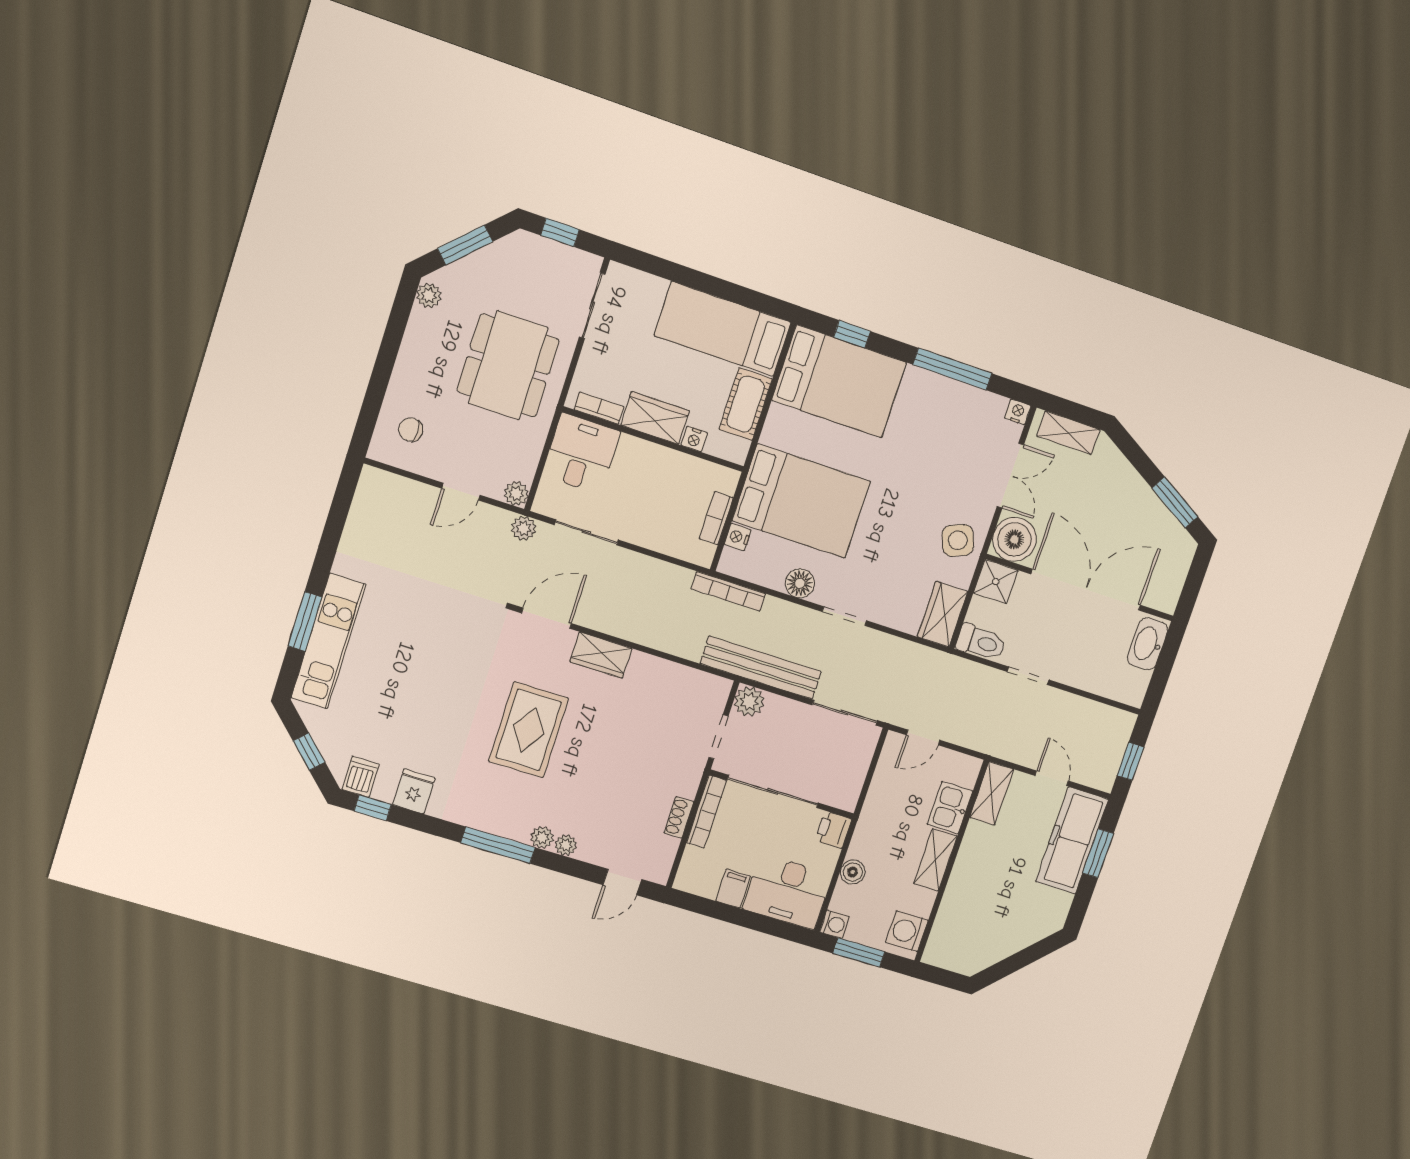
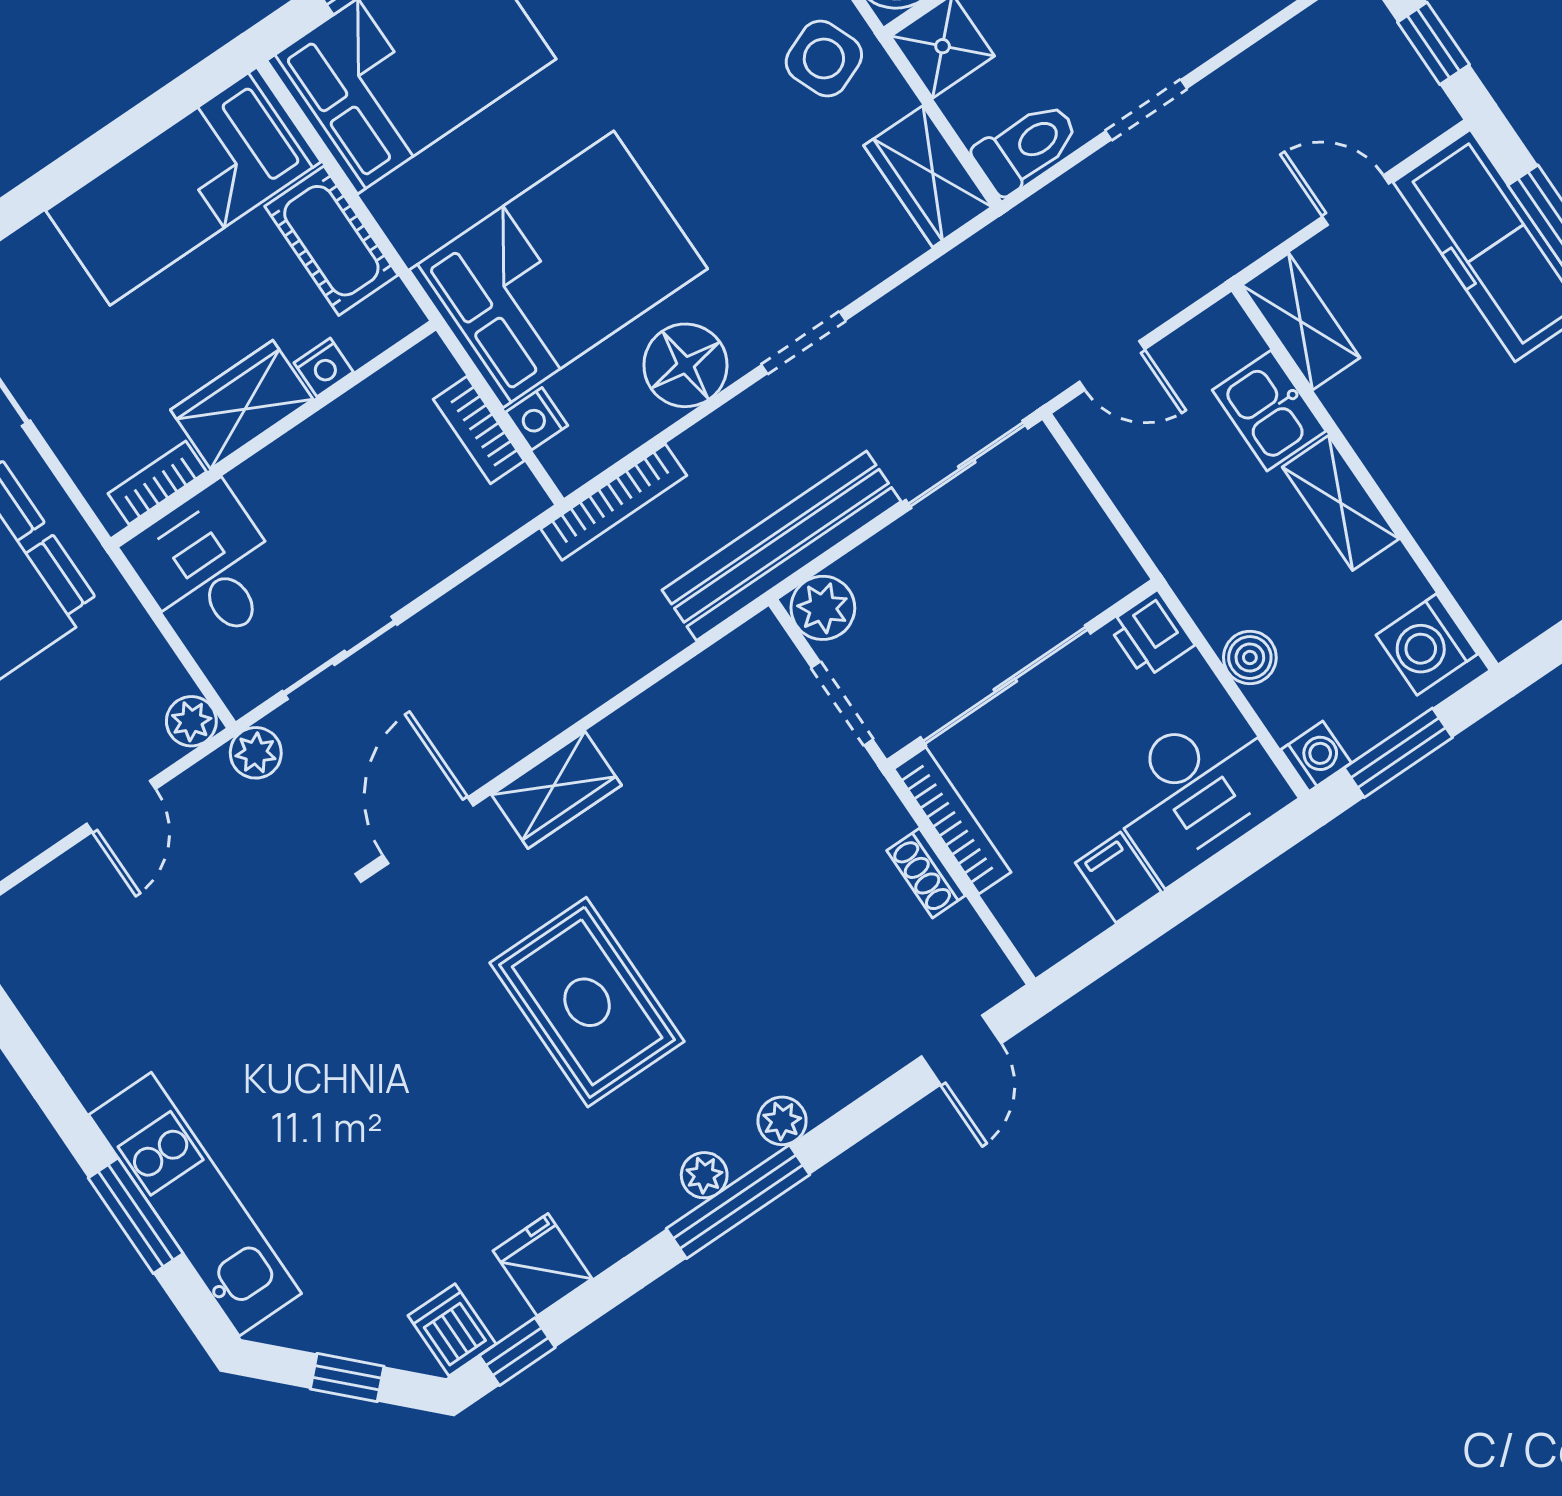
floor lamp: (800, 583) -> (685, 365), width x1.38, depth x1.38
door: (923, 737) -> (1112, 366), hinge flipped
plant: (566, 845) -> (704, 1175), moved

